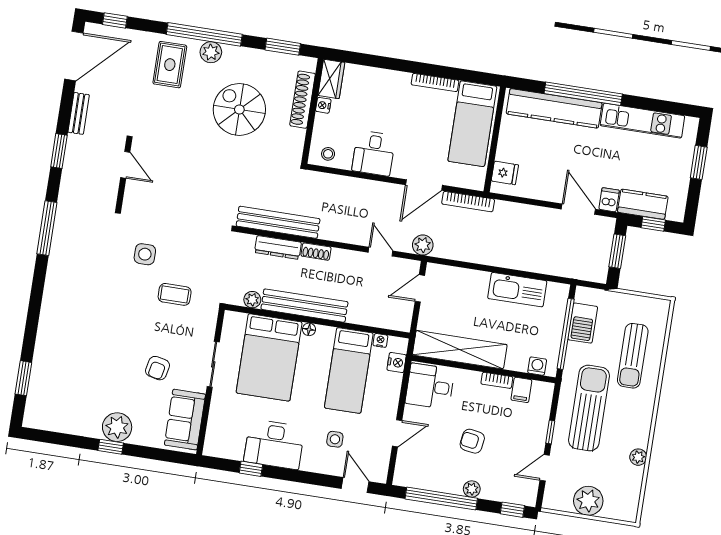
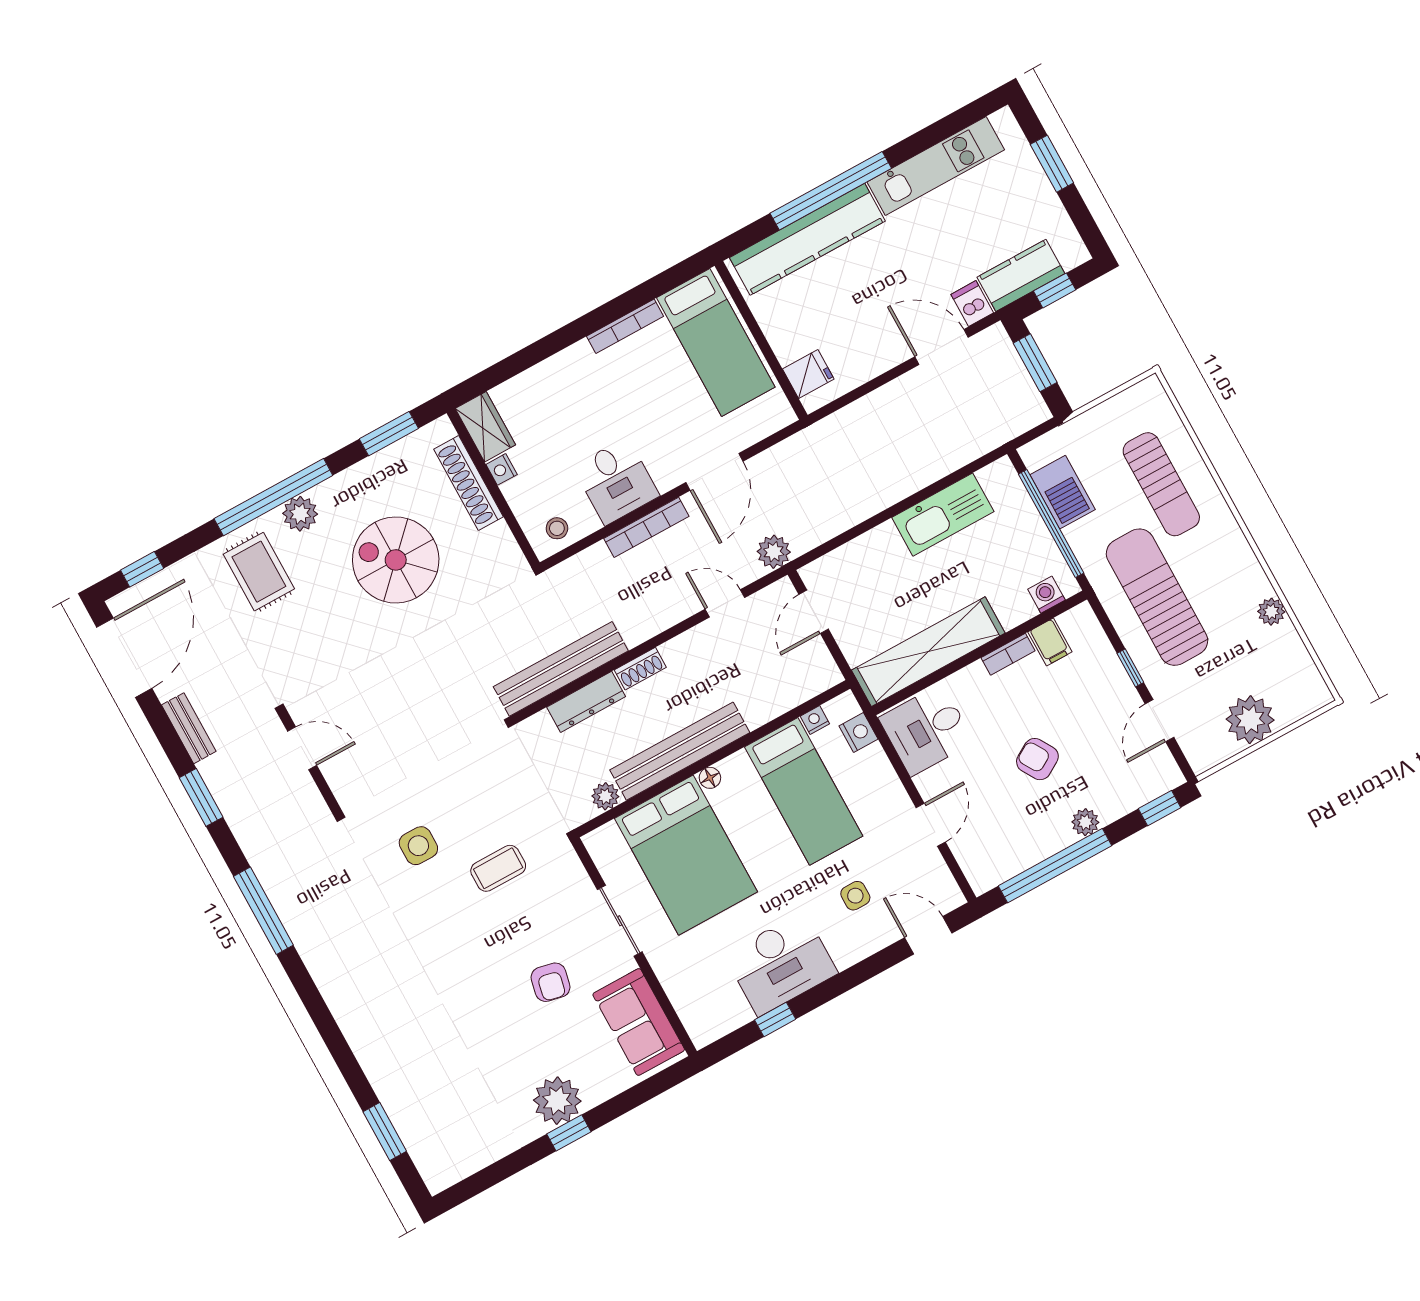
bookcase: (468, 202) -> (646, 527), moved
armchair: (472, 441) -> (1037, 759), turned 50

